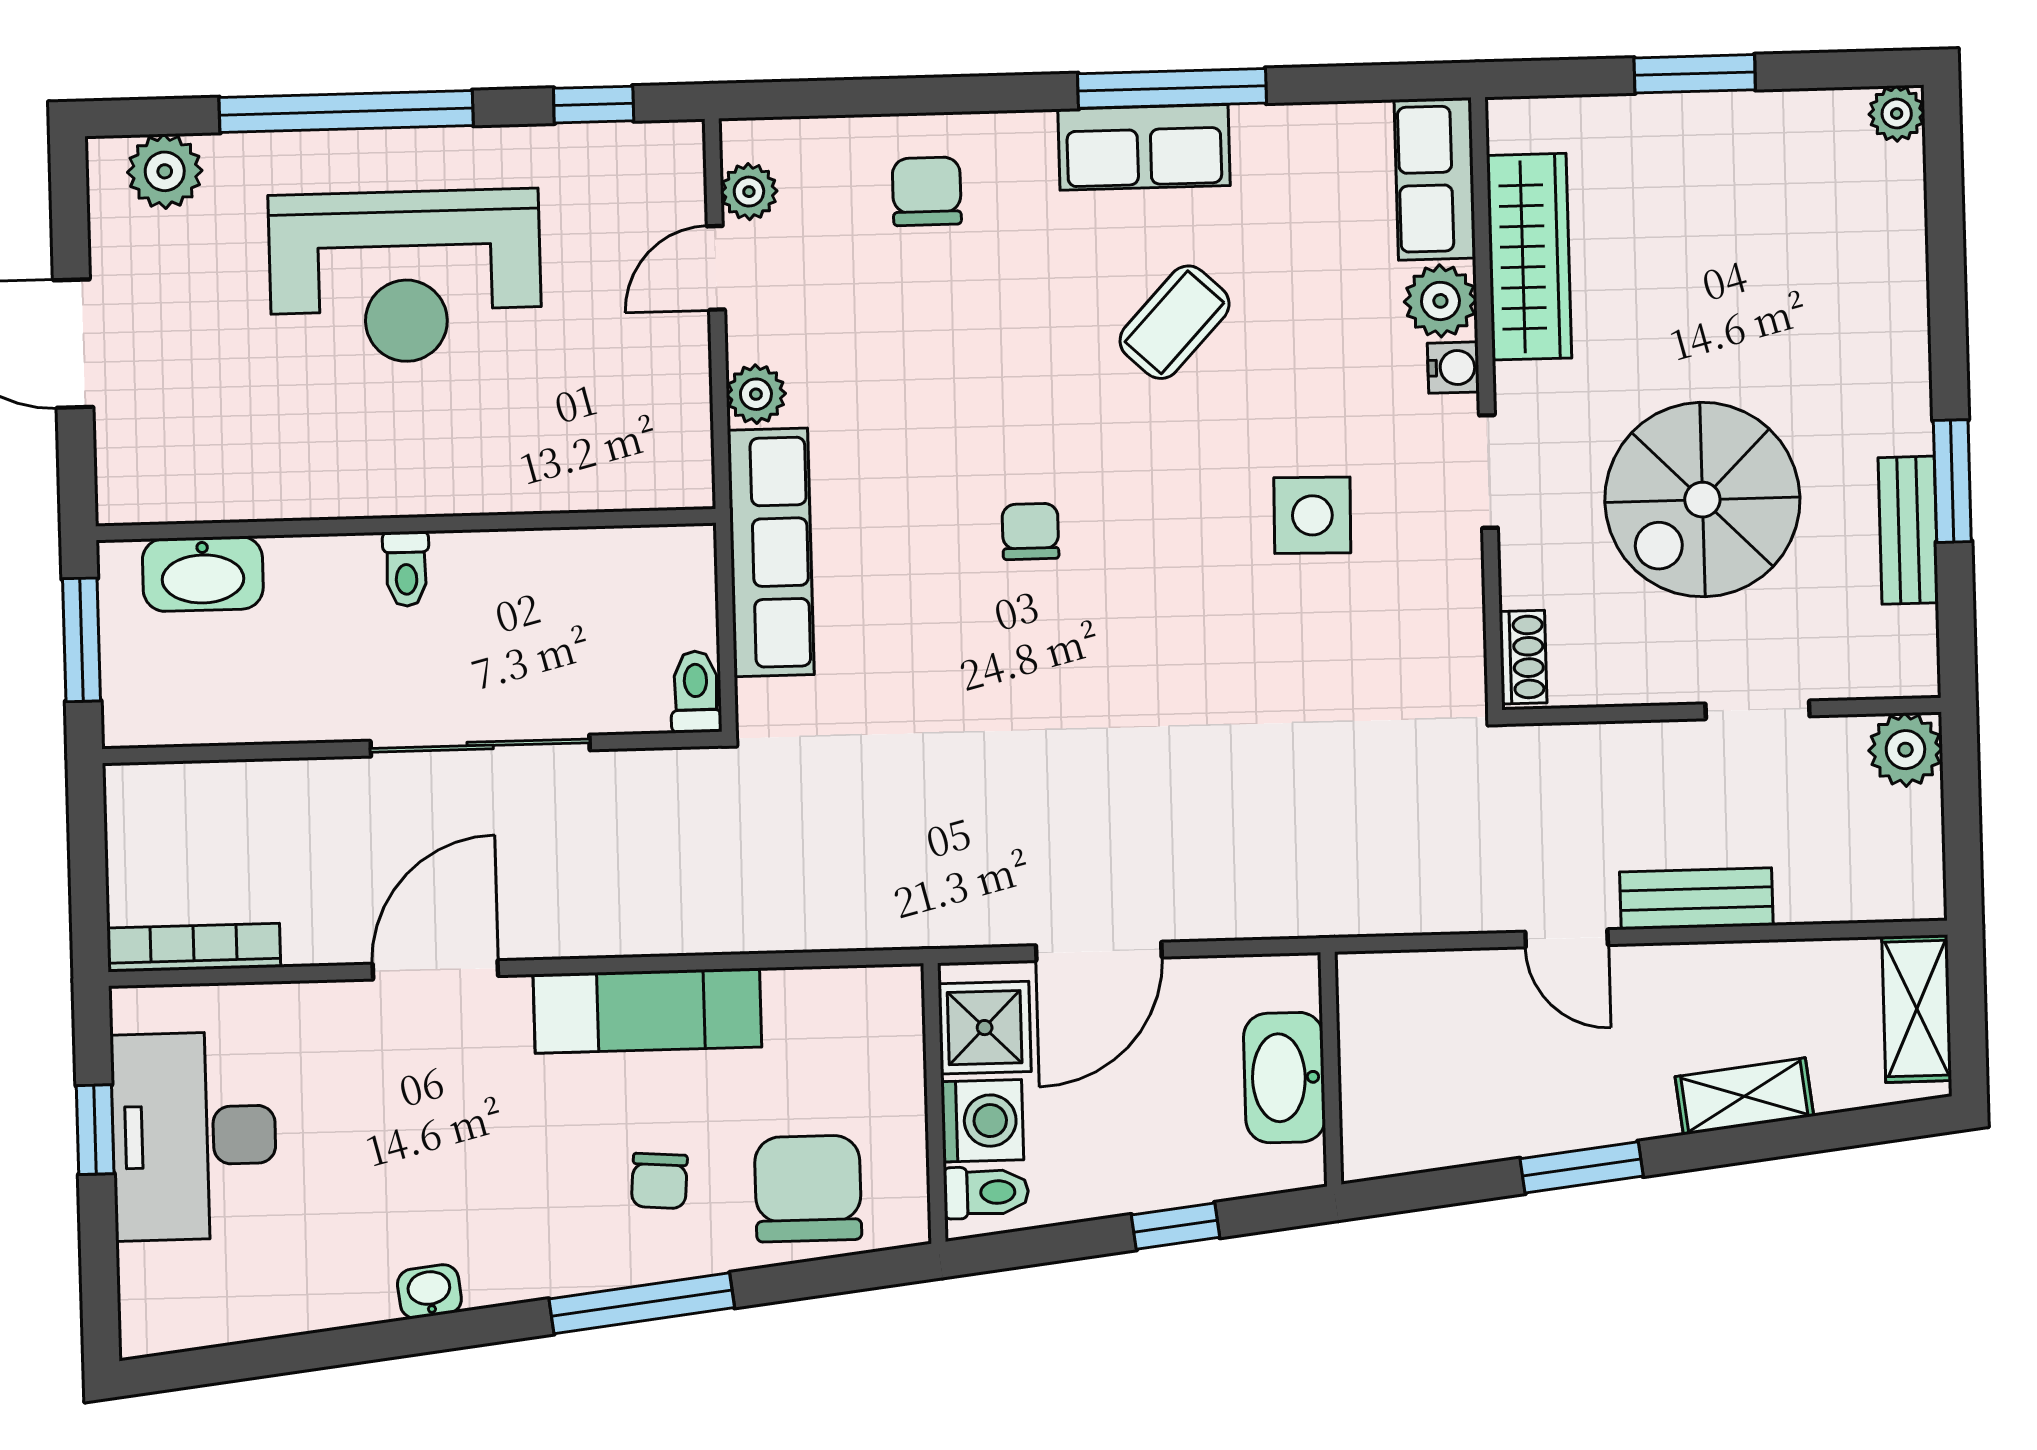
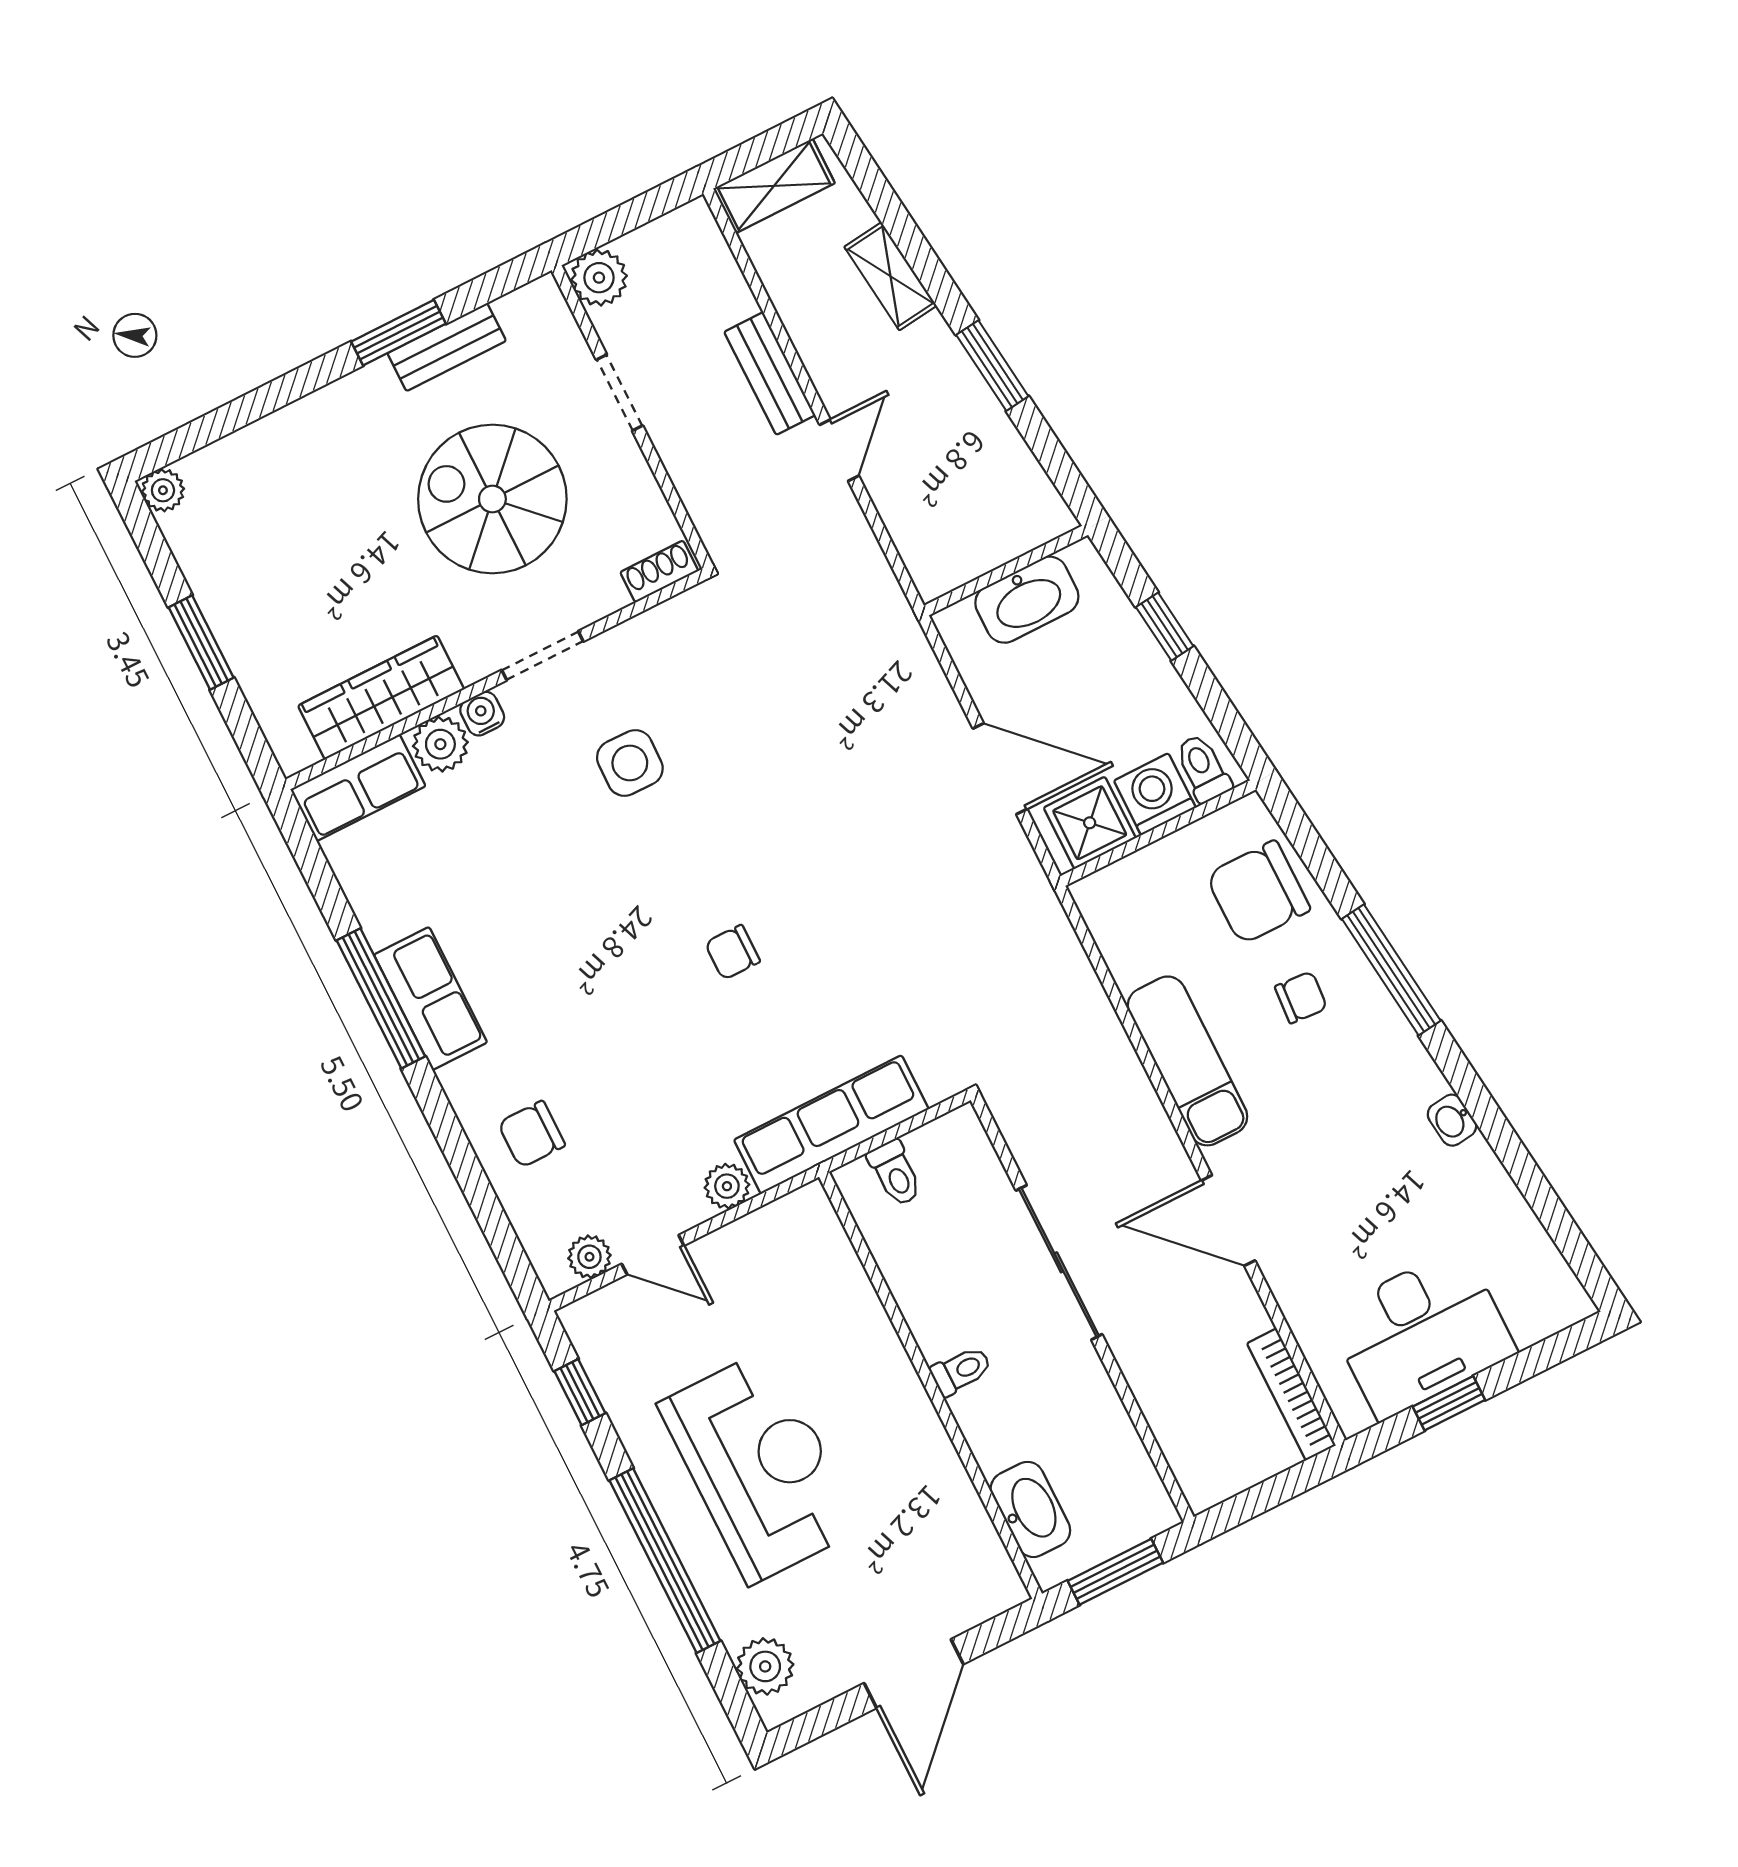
coffee table: (1175, 322) -> (541, 921), removed
spiral stairs: (1702, 500) -> (492, 499), turned 180
toilet: (696, 692) -> (895, 1173), moved, turned -90

